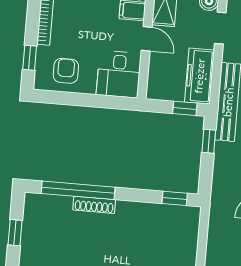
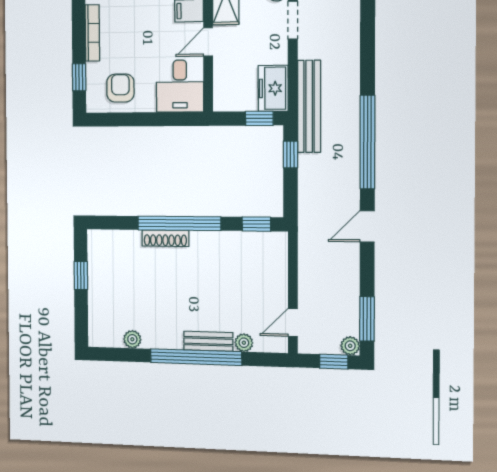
door: (147, 39) -> (208, 42), swing flipped
freezer: (199, 76) -> (273, 88), width x0.71
window: (78, 190) -> (179, 223), moved

